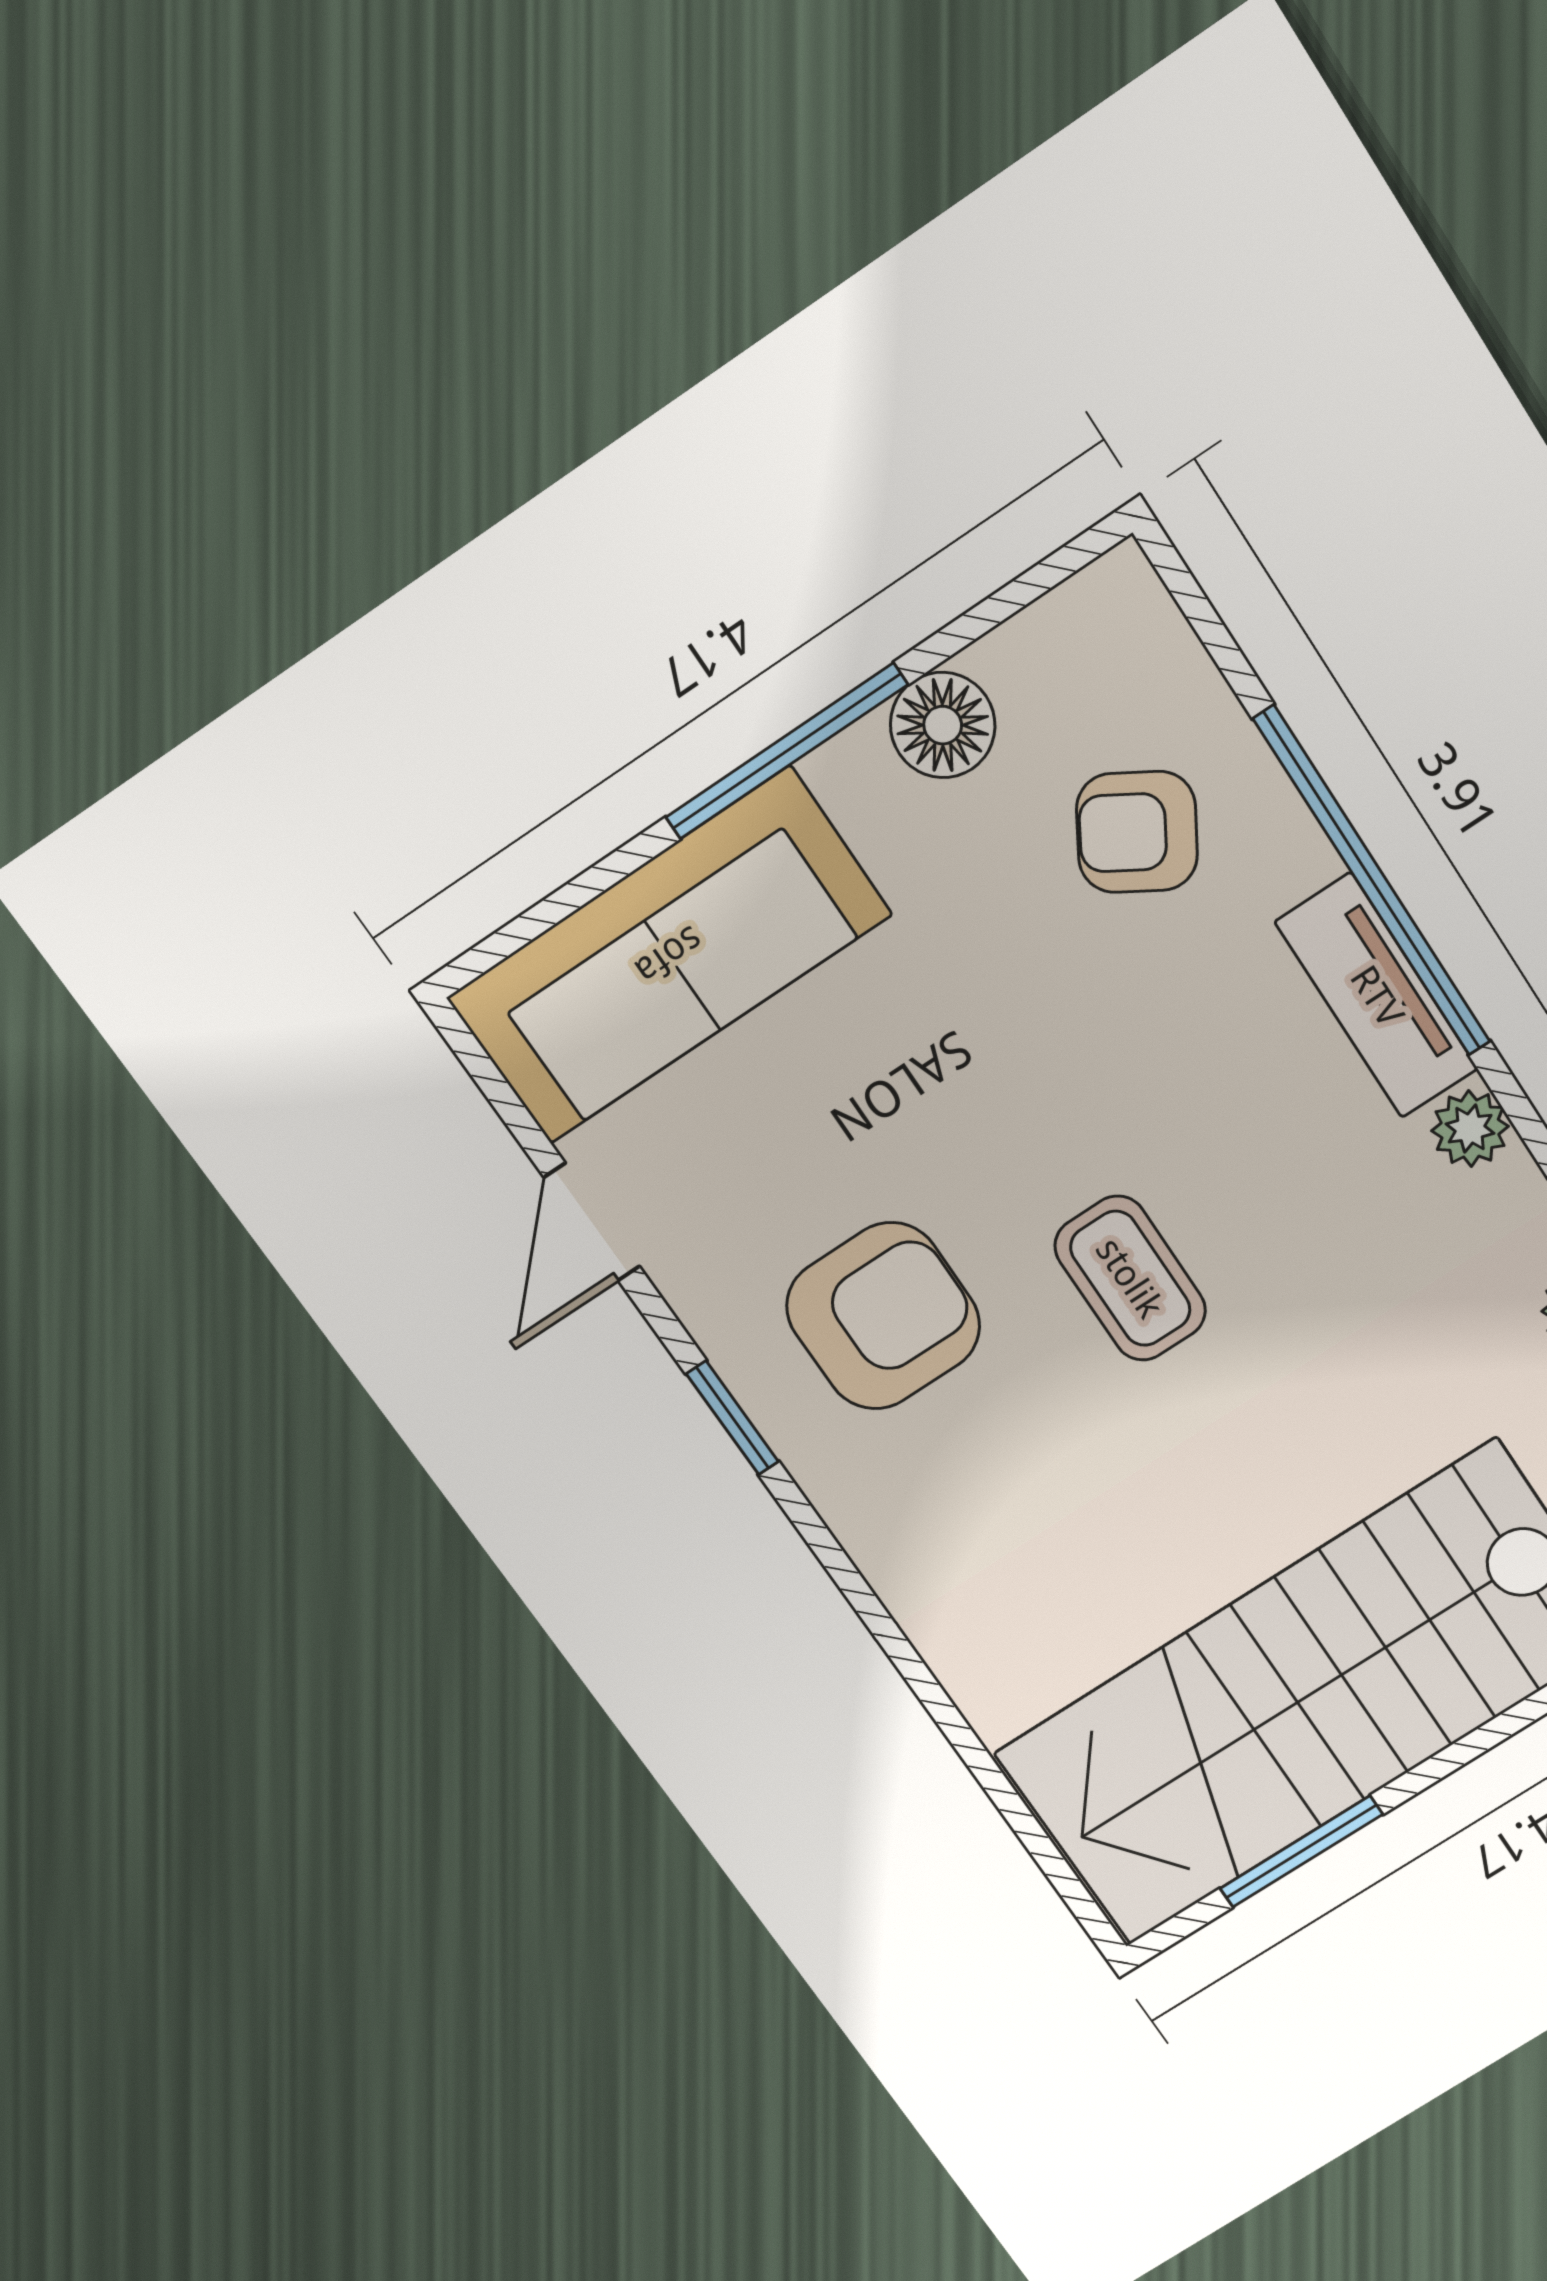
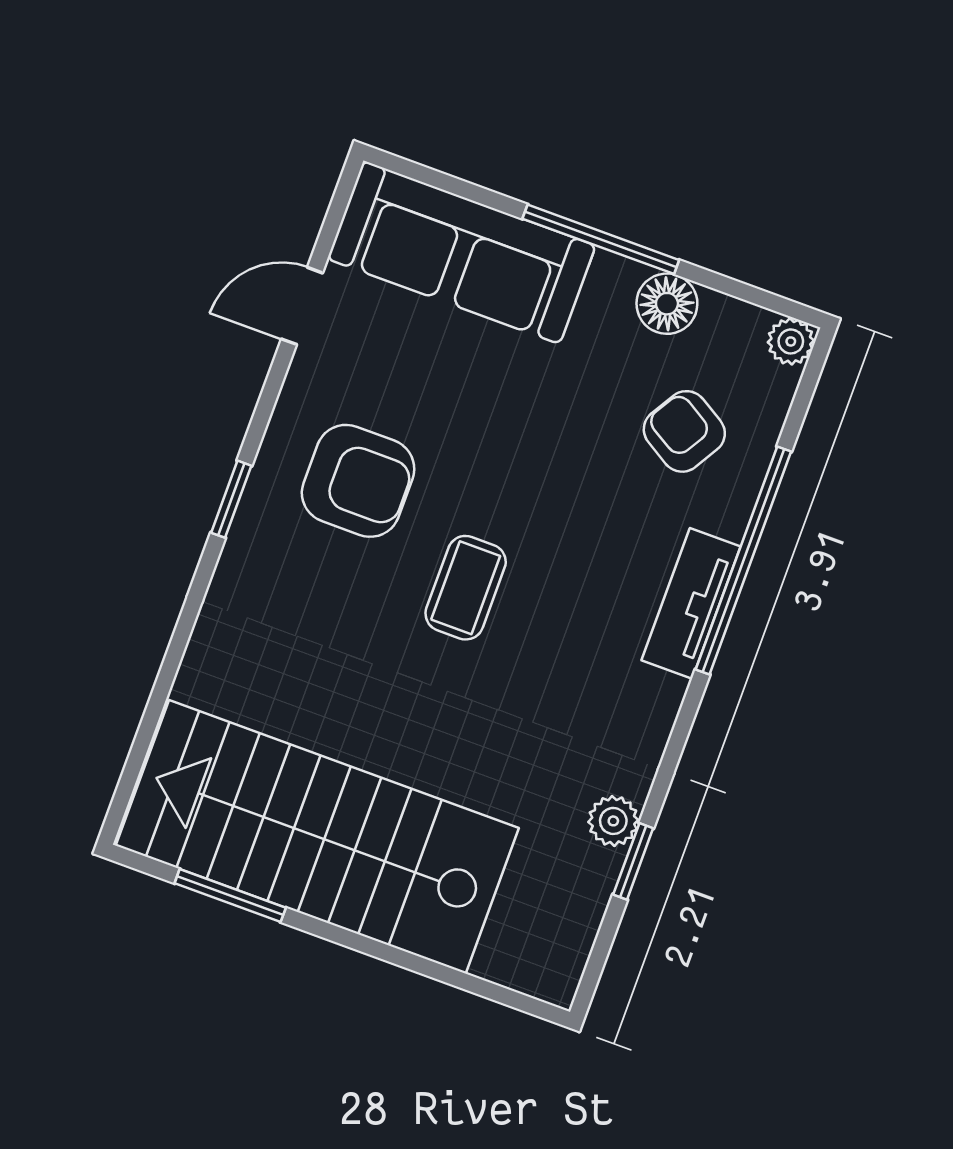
plant: (1470, 1129) -> (791, 341), moved
window: (732, 1418) -> (231, 499), moved

